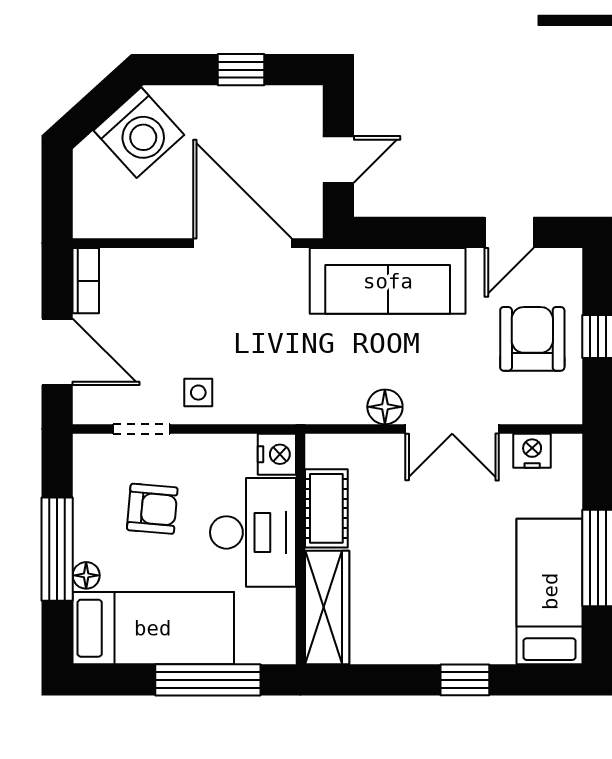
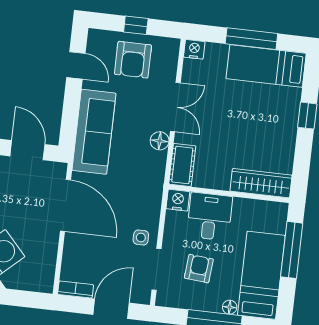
door: (338, 159) -> (27, 150), width x1.38
door: (242, 243) -> (65, 205), swing flipped
armchair: (532, 339) -> (133, 60), turned -90
doorway: (141, 429) -> (156, 269), width x1.38
nightstand: (532, 451) -> (194, 49), moved, turned 90
cot: (326, 508) -> (182, 165), moved, turned 90
desk: (253, 532) -> (210, 216), width x0.73

